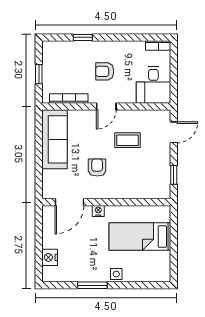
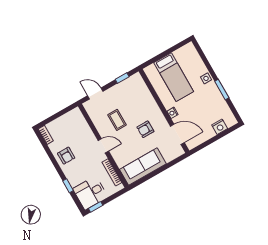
armchair: (105, 71) -> (66, 156), moved
window: (39, 74) -> (96, 207), moved
desk: (153, 85) -> (90, 193), moved, turned 180

